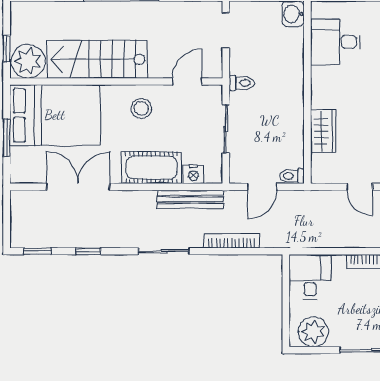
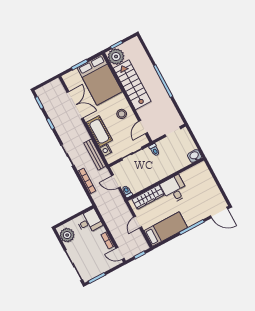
desk: (335, 42) -> (174, 189), moved
door: (187, 81) -> (143, 127), swing flipped
wardrobe: (323, 131) -> (148, 197), width x1.50

